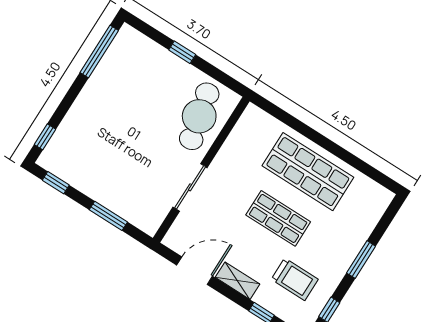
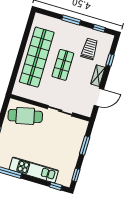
kitchen unit: (89, 103) -> (34, 170), added
shop shelf: (308, 172) -> (37, 57), width x1.40
door: (195, 271) -> (99, 97), swing flipped

